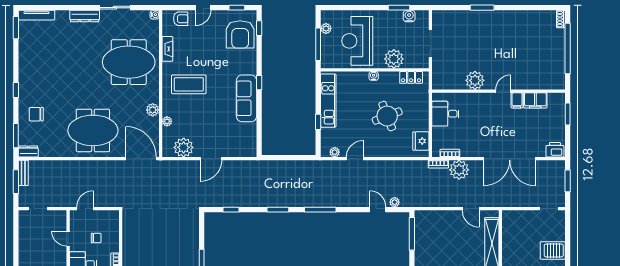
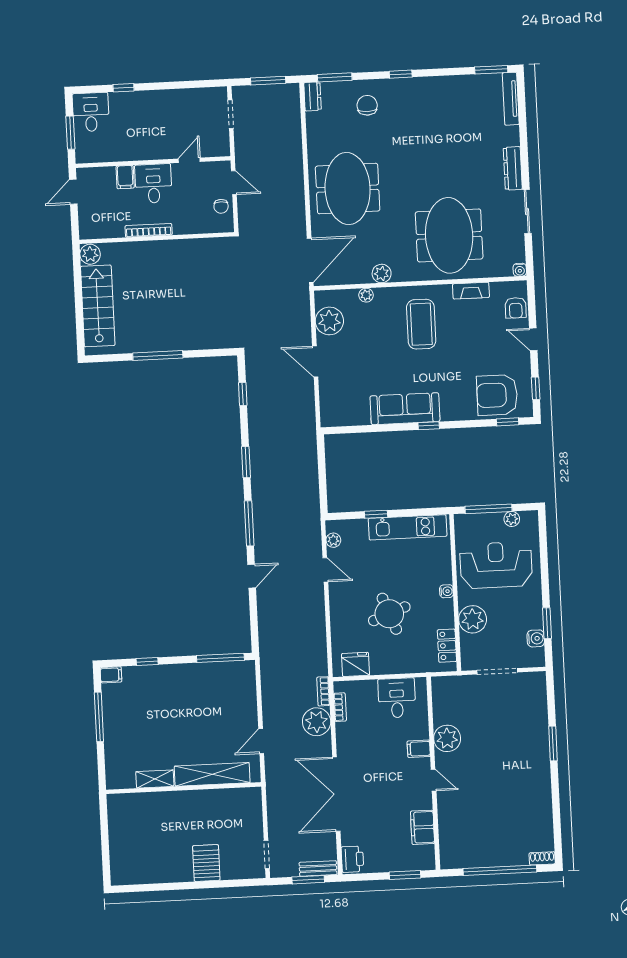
filing cabinet: (517, 100) -> (419, 749), moved
bench: (23, 173) -> (318, 868), moved
plant: (395, 202) -> (265, 631), removed
door: (378, 210) -> (252, 576), moved
chair: (96, 238) -> (221, 206), moved

